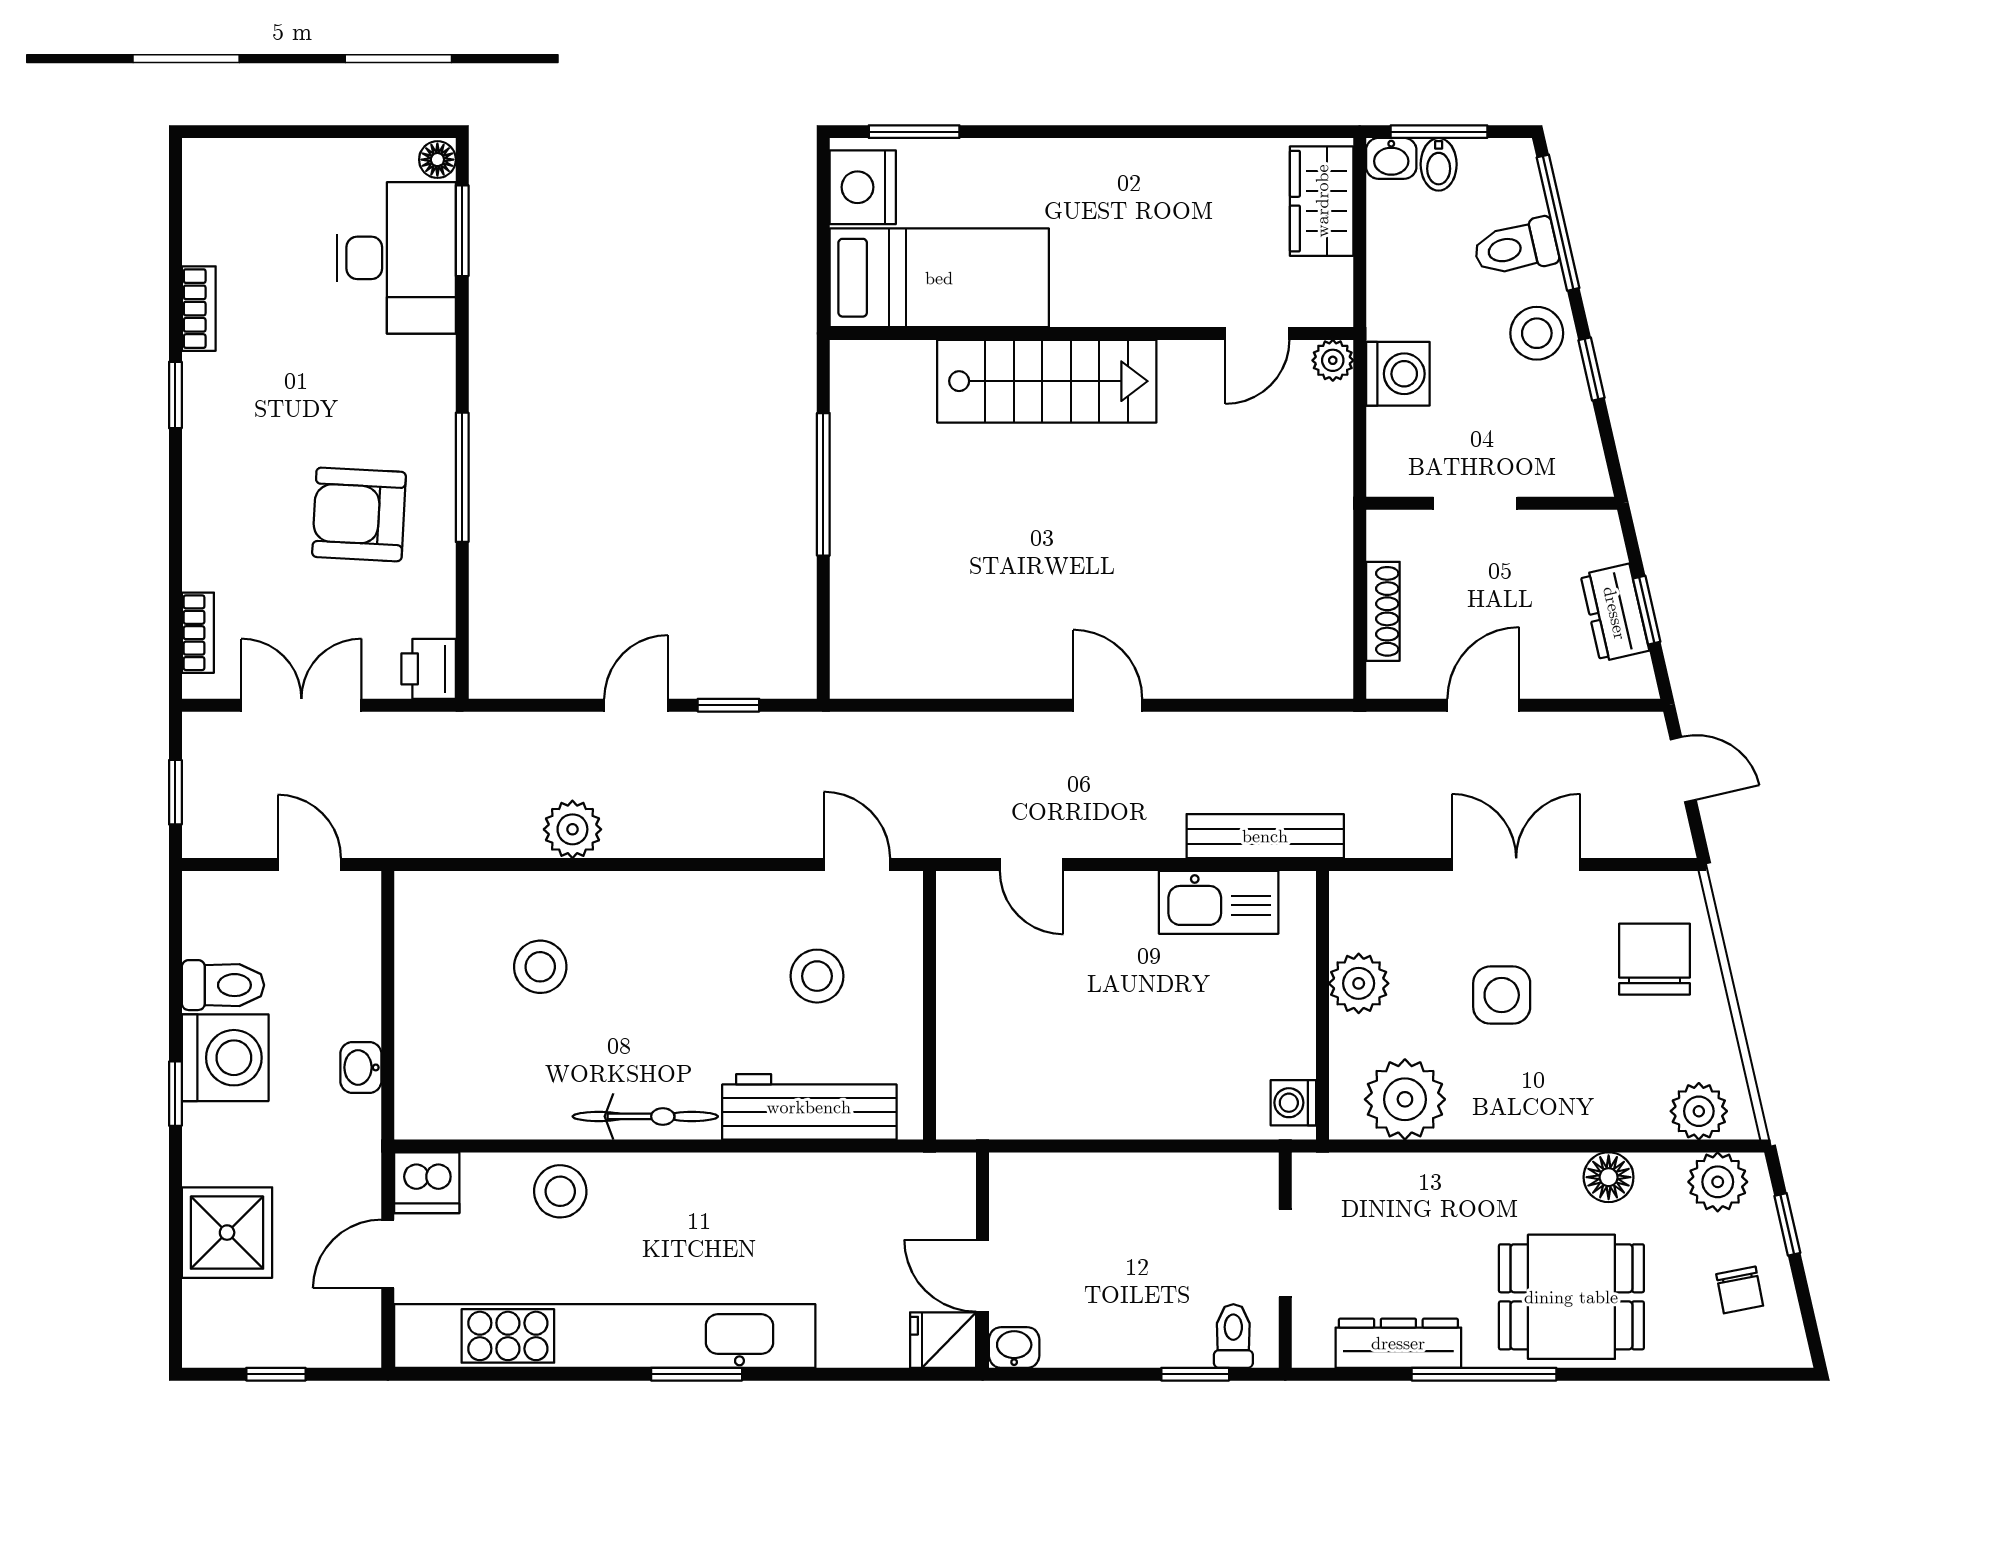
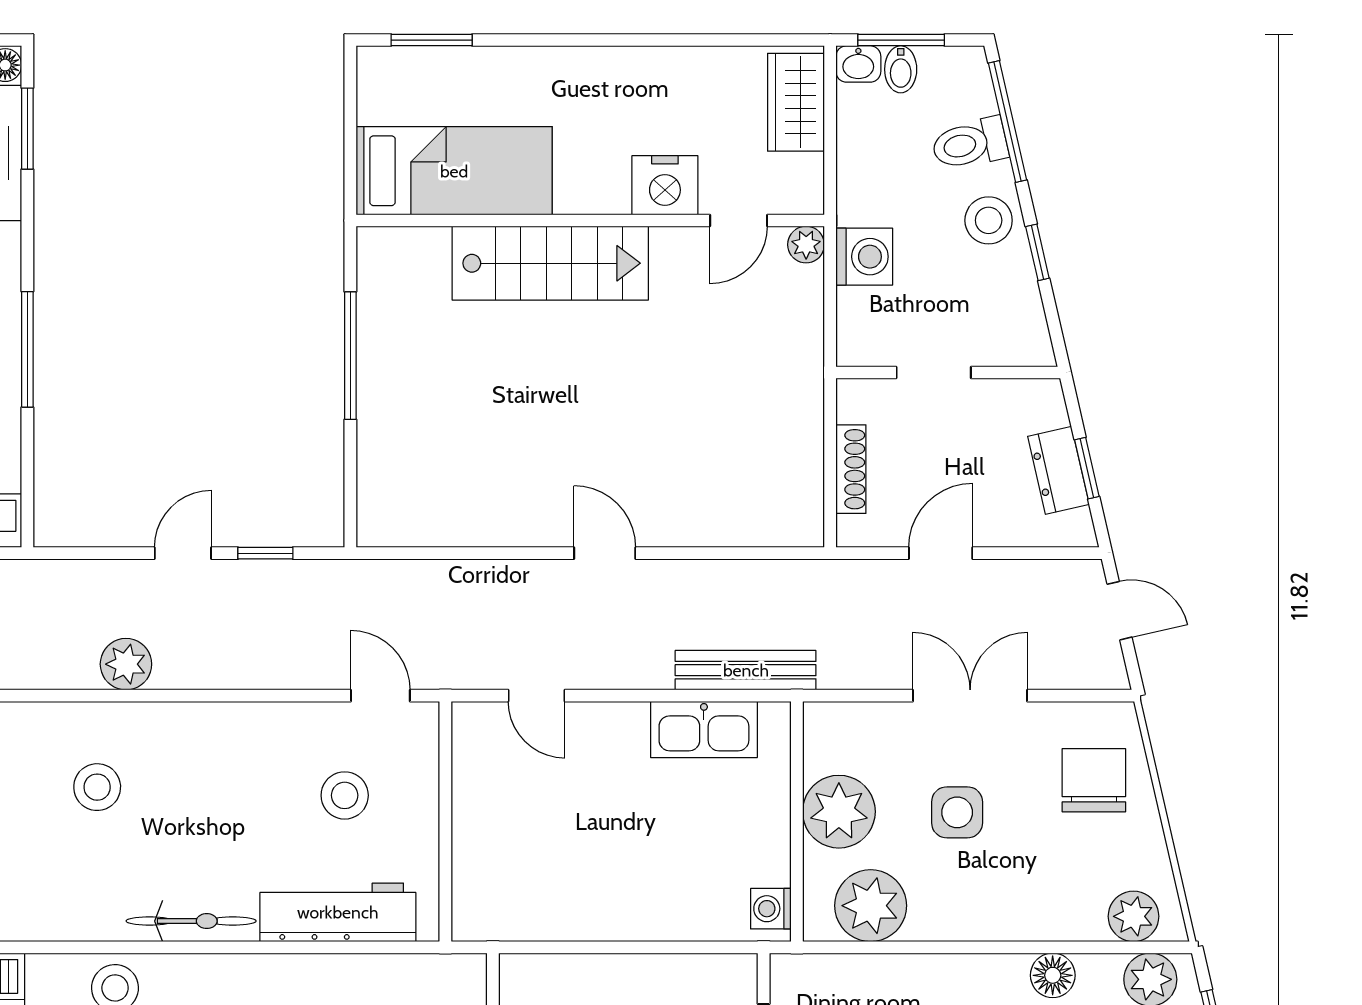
nightstand: (863, 187) -> (665, 185), moved, turned -90
plant: (1359, 983) -> (839, 812), width x1.36, depth x1.36

